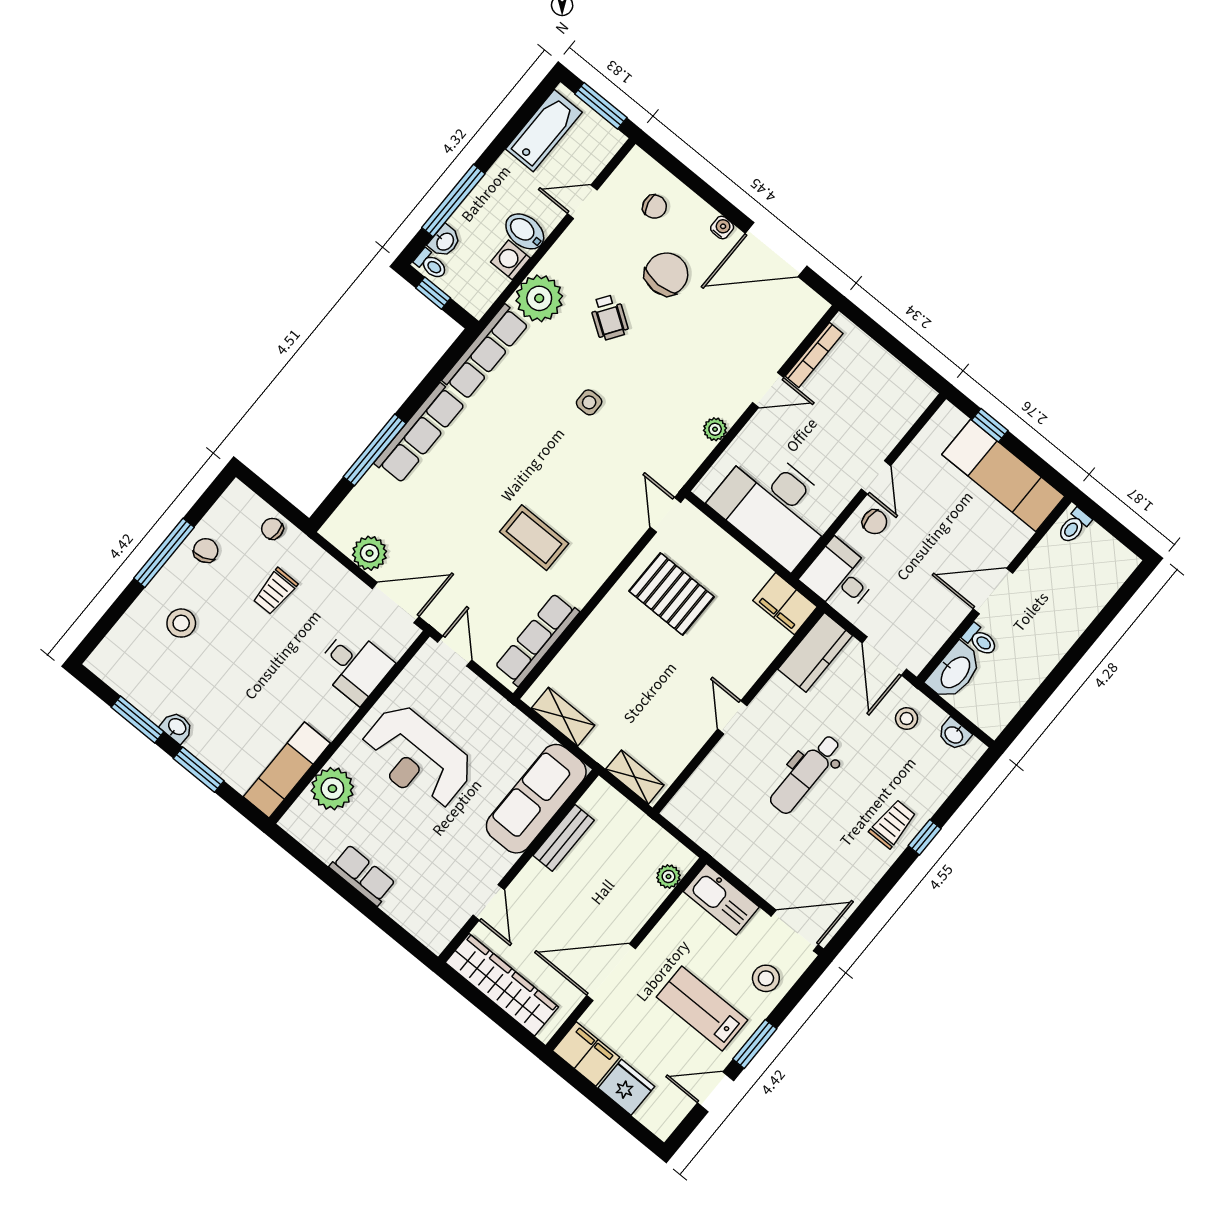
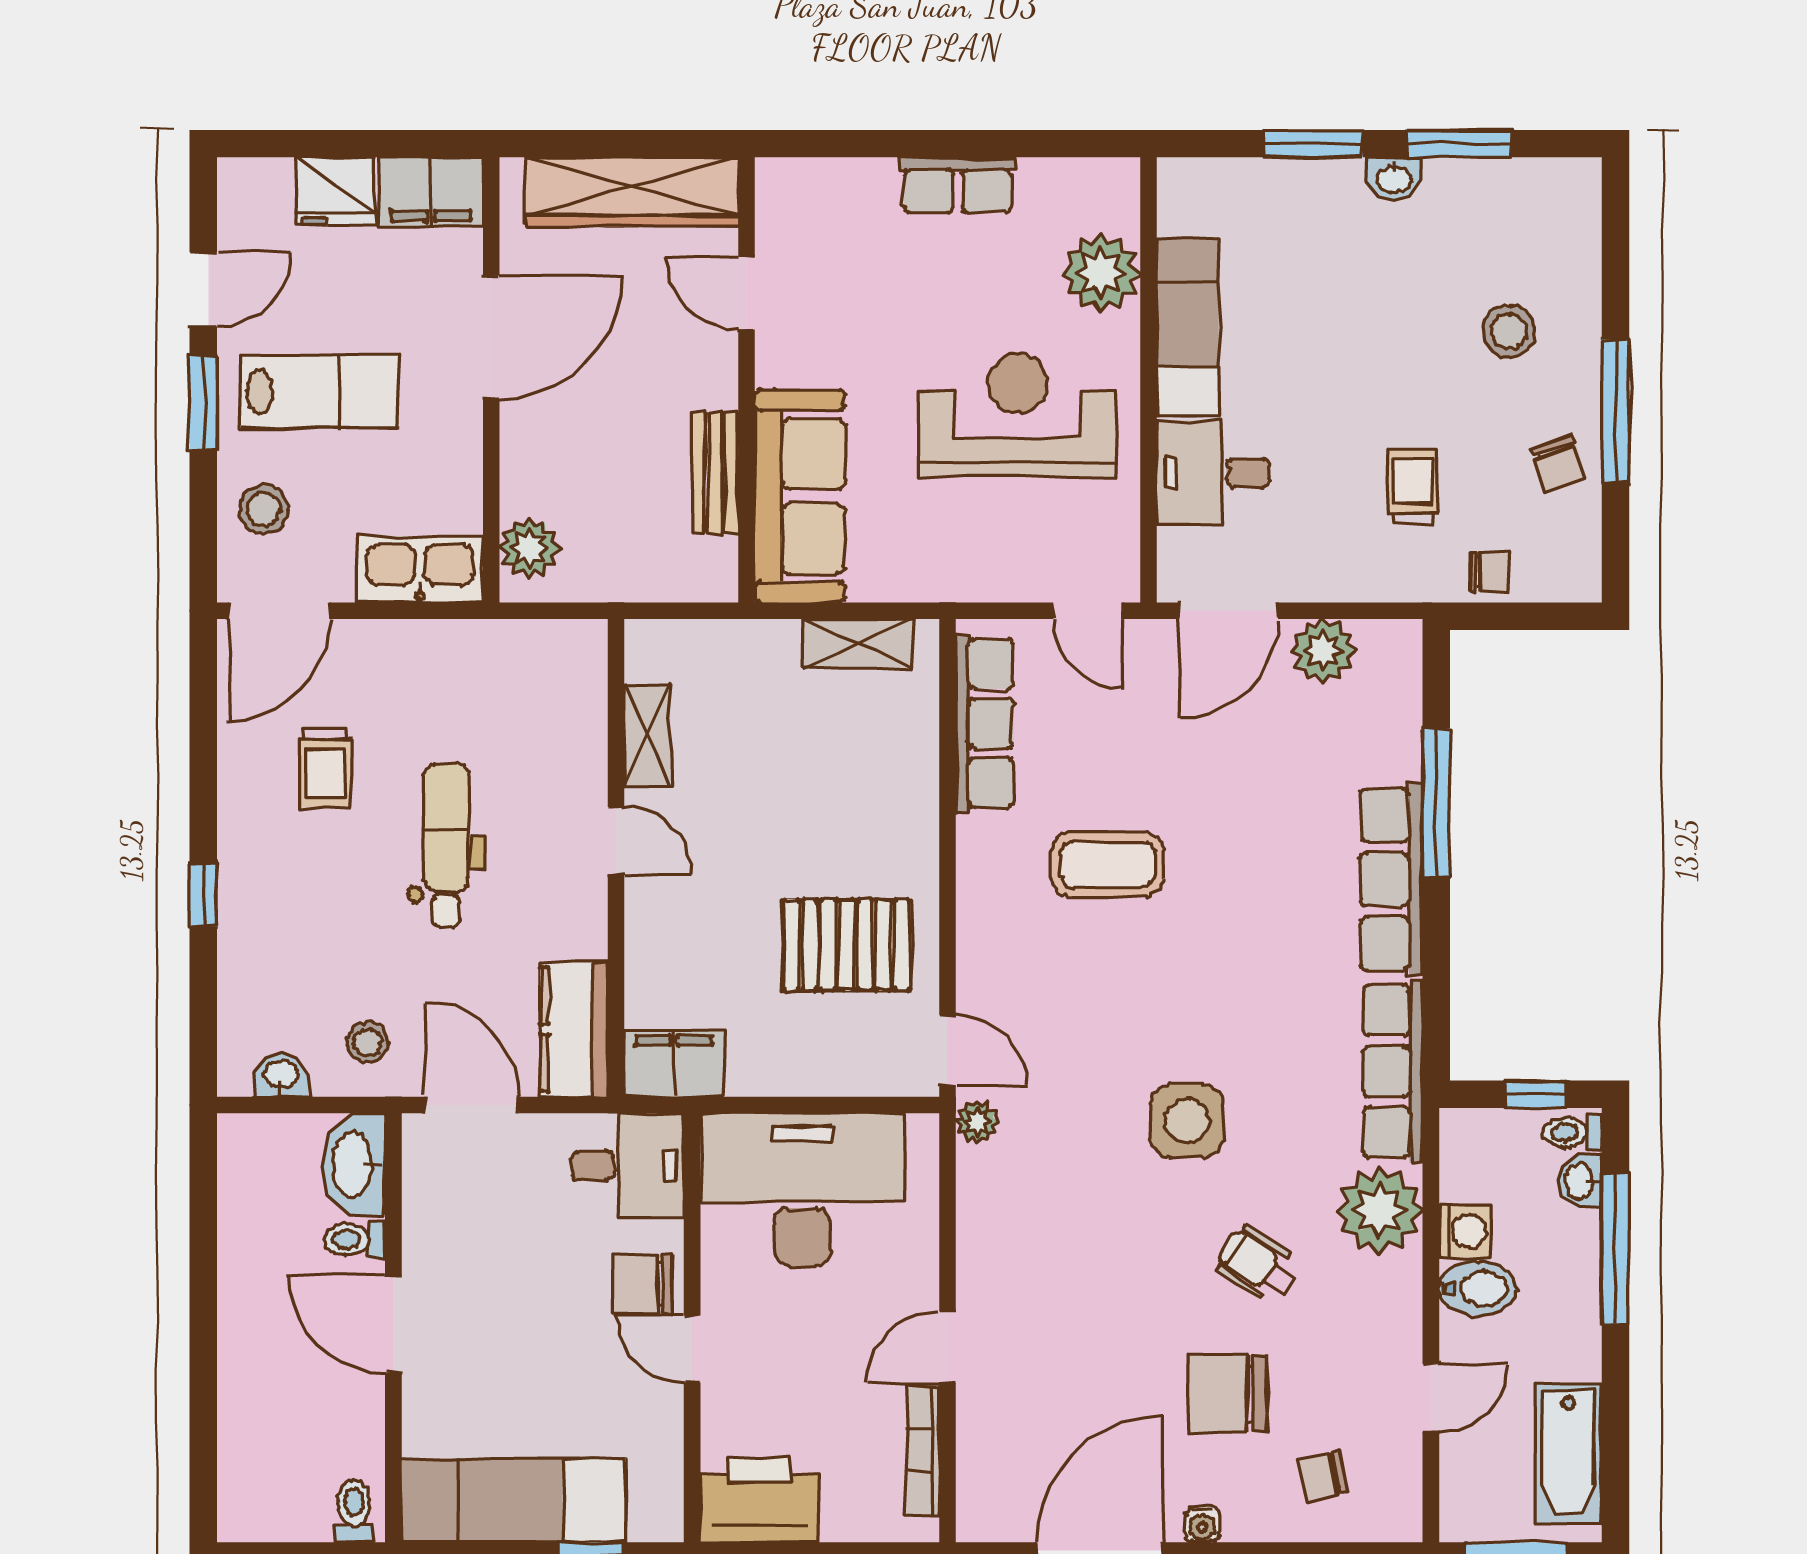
chair: (666, 274) -> (1227, 1393), turned 90
printer: (900, 391) -> (760, 1500), added
side table: (589, 402) -> (1187, 1121), width x1.87, depth x1.87
plant: (715, 429) -> (977, 1122), moved
chair: (875, 522) -> (642, 1284), width x1.37, depth x1.37
door: (993, 591) -> (393, 1324), swing flipped
exam couch: (287, 770) -> (1188, 327), moved
shelving: (635, 777) -> (647, 735), moved, turned 90
trolley: (893, 824) -> (325, 768), moved
plant: (668, 876) -> (529, 548), width x1.38, depth x1.38

